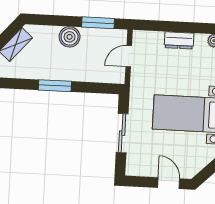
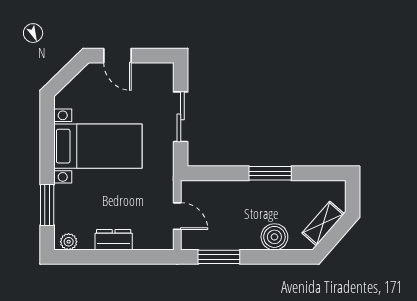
boiler: (70, 37) -> (274, 237), moved
door: (129, 56) -> (177, 216), hinge flipped

